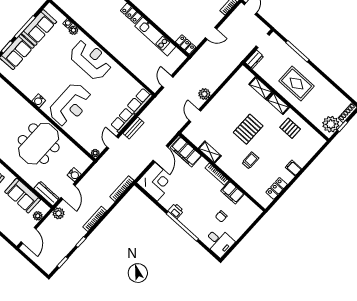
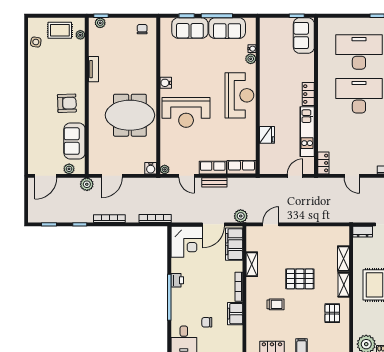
fridge: (133, 65) -> (267, 135), added
door: (167, 82) -> (295, 176), moved
plant: (204, 94) -> (241, 216), moved
door: (113, 142) -> (187, 176), swing flipped
water cooler: (74, 175) -> (151, 168), moved
dresser: (47, 194) -> (94, 159), removed

